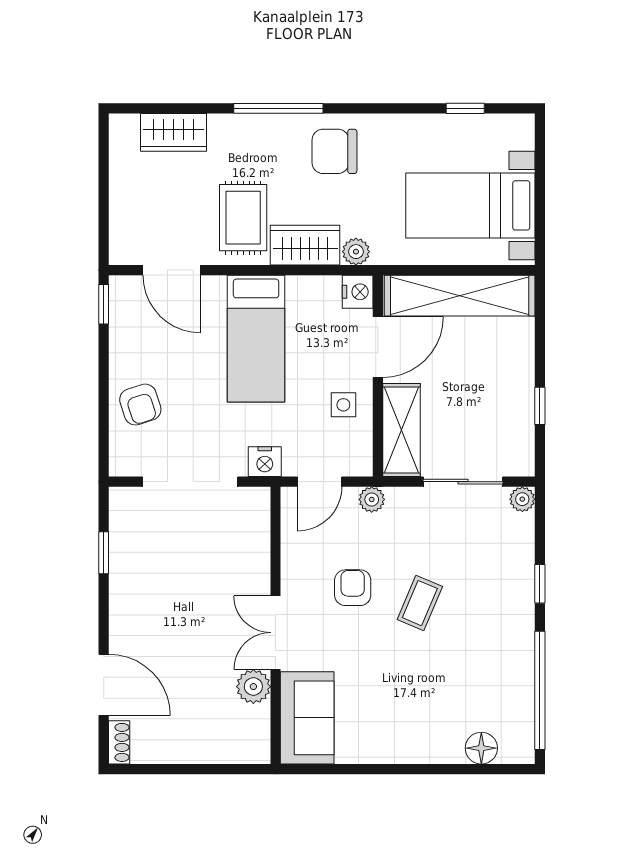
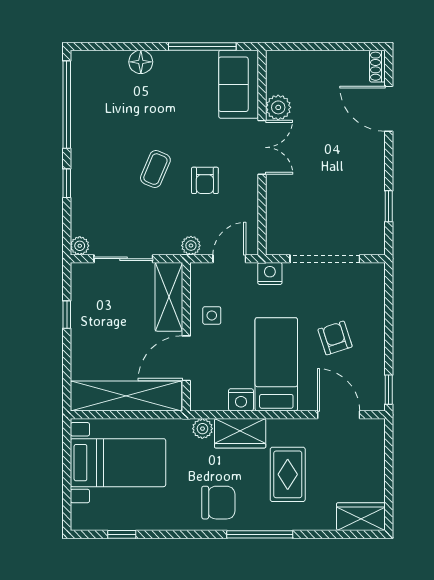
wardrobe: (173, 132) -> (361, 517), moved
rug: (243, 218) -> (288, 474), moved
nightstand: (358, 292) -> (241, 400), moved, turned -90
armchair: (140, 405) -> (335, 338), moved
floor lamp: (481, 748) -> (141, 62), moved
window: (356, 769) -> (202, 46), added

